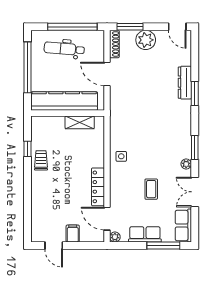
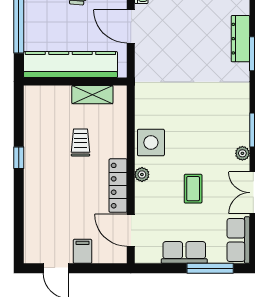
window: (27, 149) -> (19, 158), moved
side table: (121, 156) -> (151, 143), width x1.87, depth x1.87
trolley: (41, 160) -> (80, 142), moved
plant: (115, 237) -> (142, 174), moved

